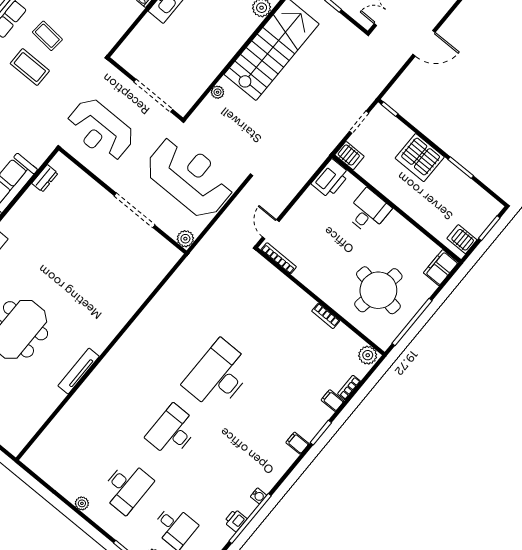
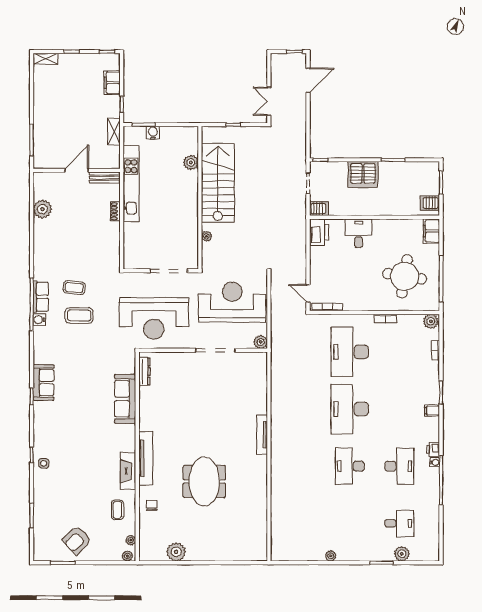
door: (424, 43) -> (308, 80), moved
reception desk: (100, 130) -> (154, 318), width x1.36, depth x1.30
dresser: (45, 178) -> (144, 372), width x1.44
desk: (264, 320) -> (350, 352), added
tv unit: (79, 371) -> (262, 435), moved
filing cabinet: (333, 401) -> (432, 367), removed
desk: (127, 487) -> (399, 466), moved
printer: (235, 520) -> (433, 450), moved

